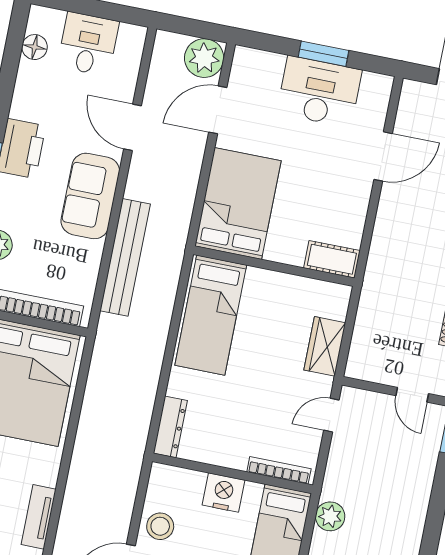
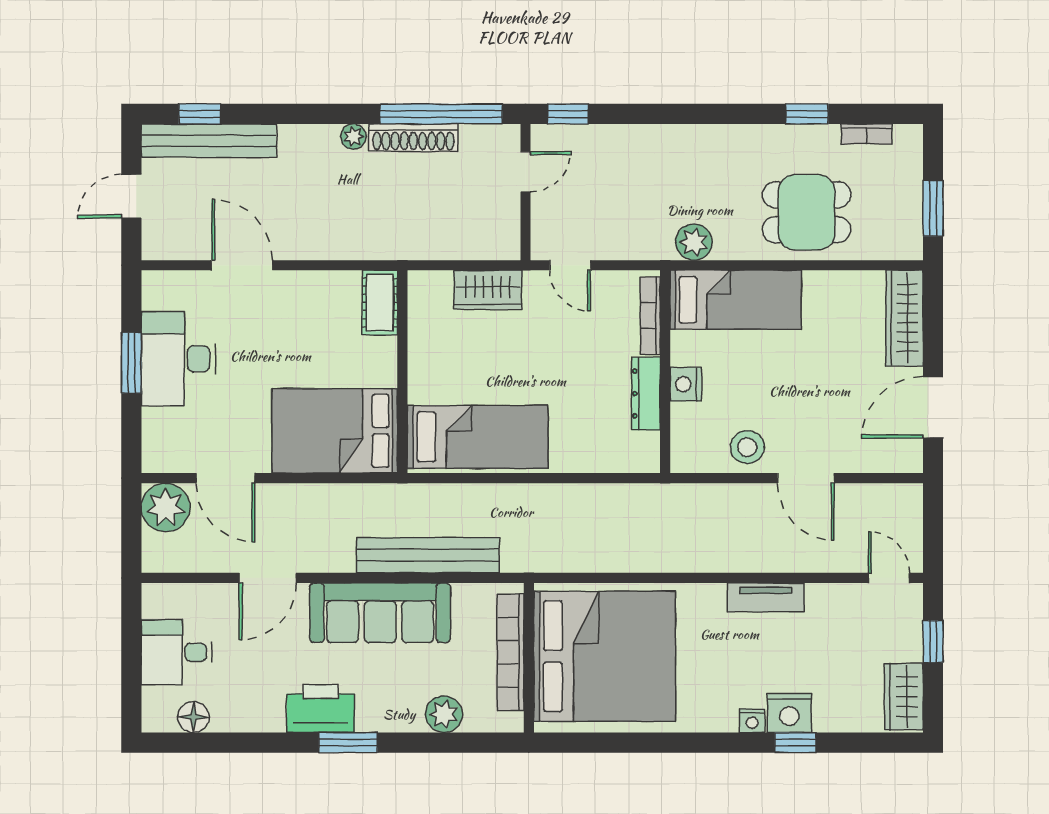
sofa: (90, 196) -> (380, 613), width x1.36
dresser: (170, 427) -> (646, 394), moved, turned -90
nightstand: (223, 493) -> (686, 384), width x0.74, depth x0.75

